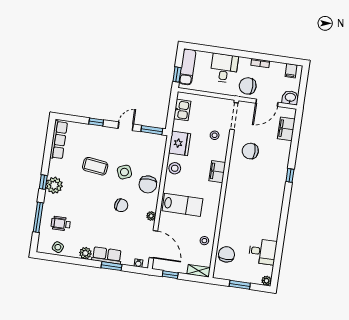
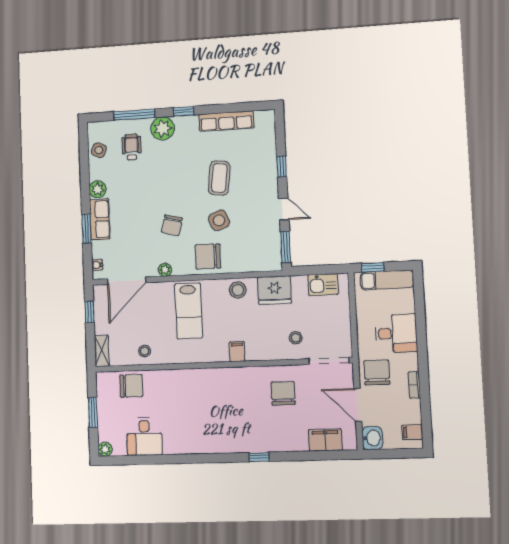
row of seats: (59, 140) -> (226, 121), moved
filing cabinet: (217, 172) -> (237, 352), width x0.50
plant: (54, 185) -> (163, 128), moved

